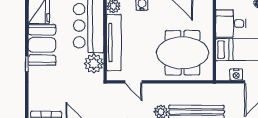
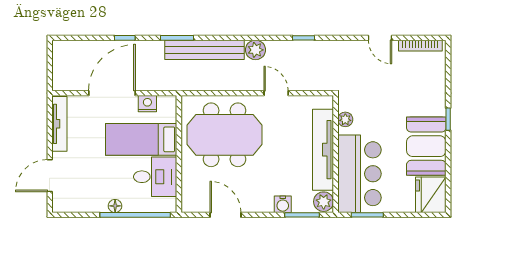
plant: (94, 64) -> (345, 119), width x0.53, depth x0.53
door: (133, 82) -> (276, 93), moved

